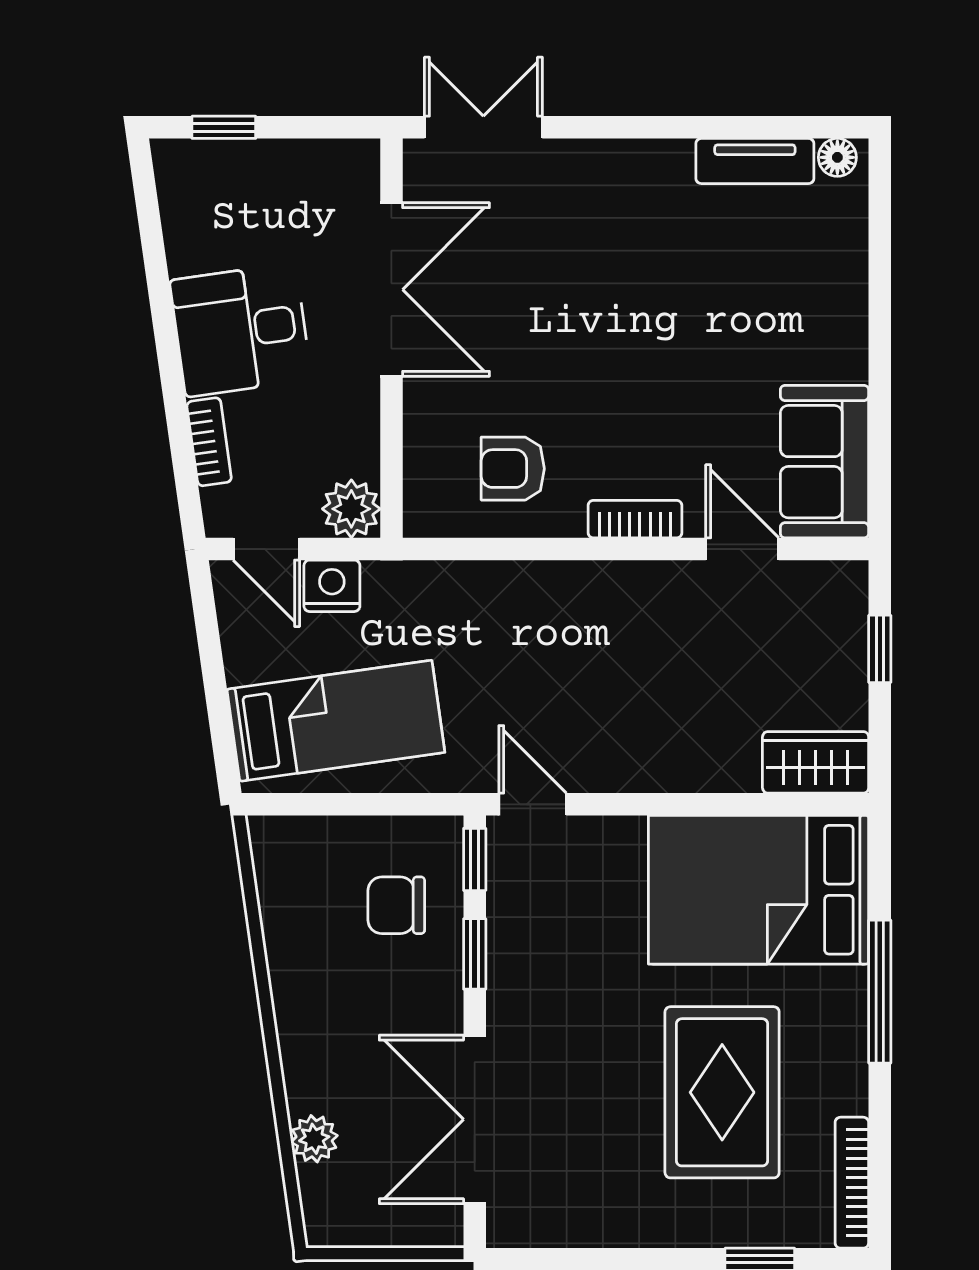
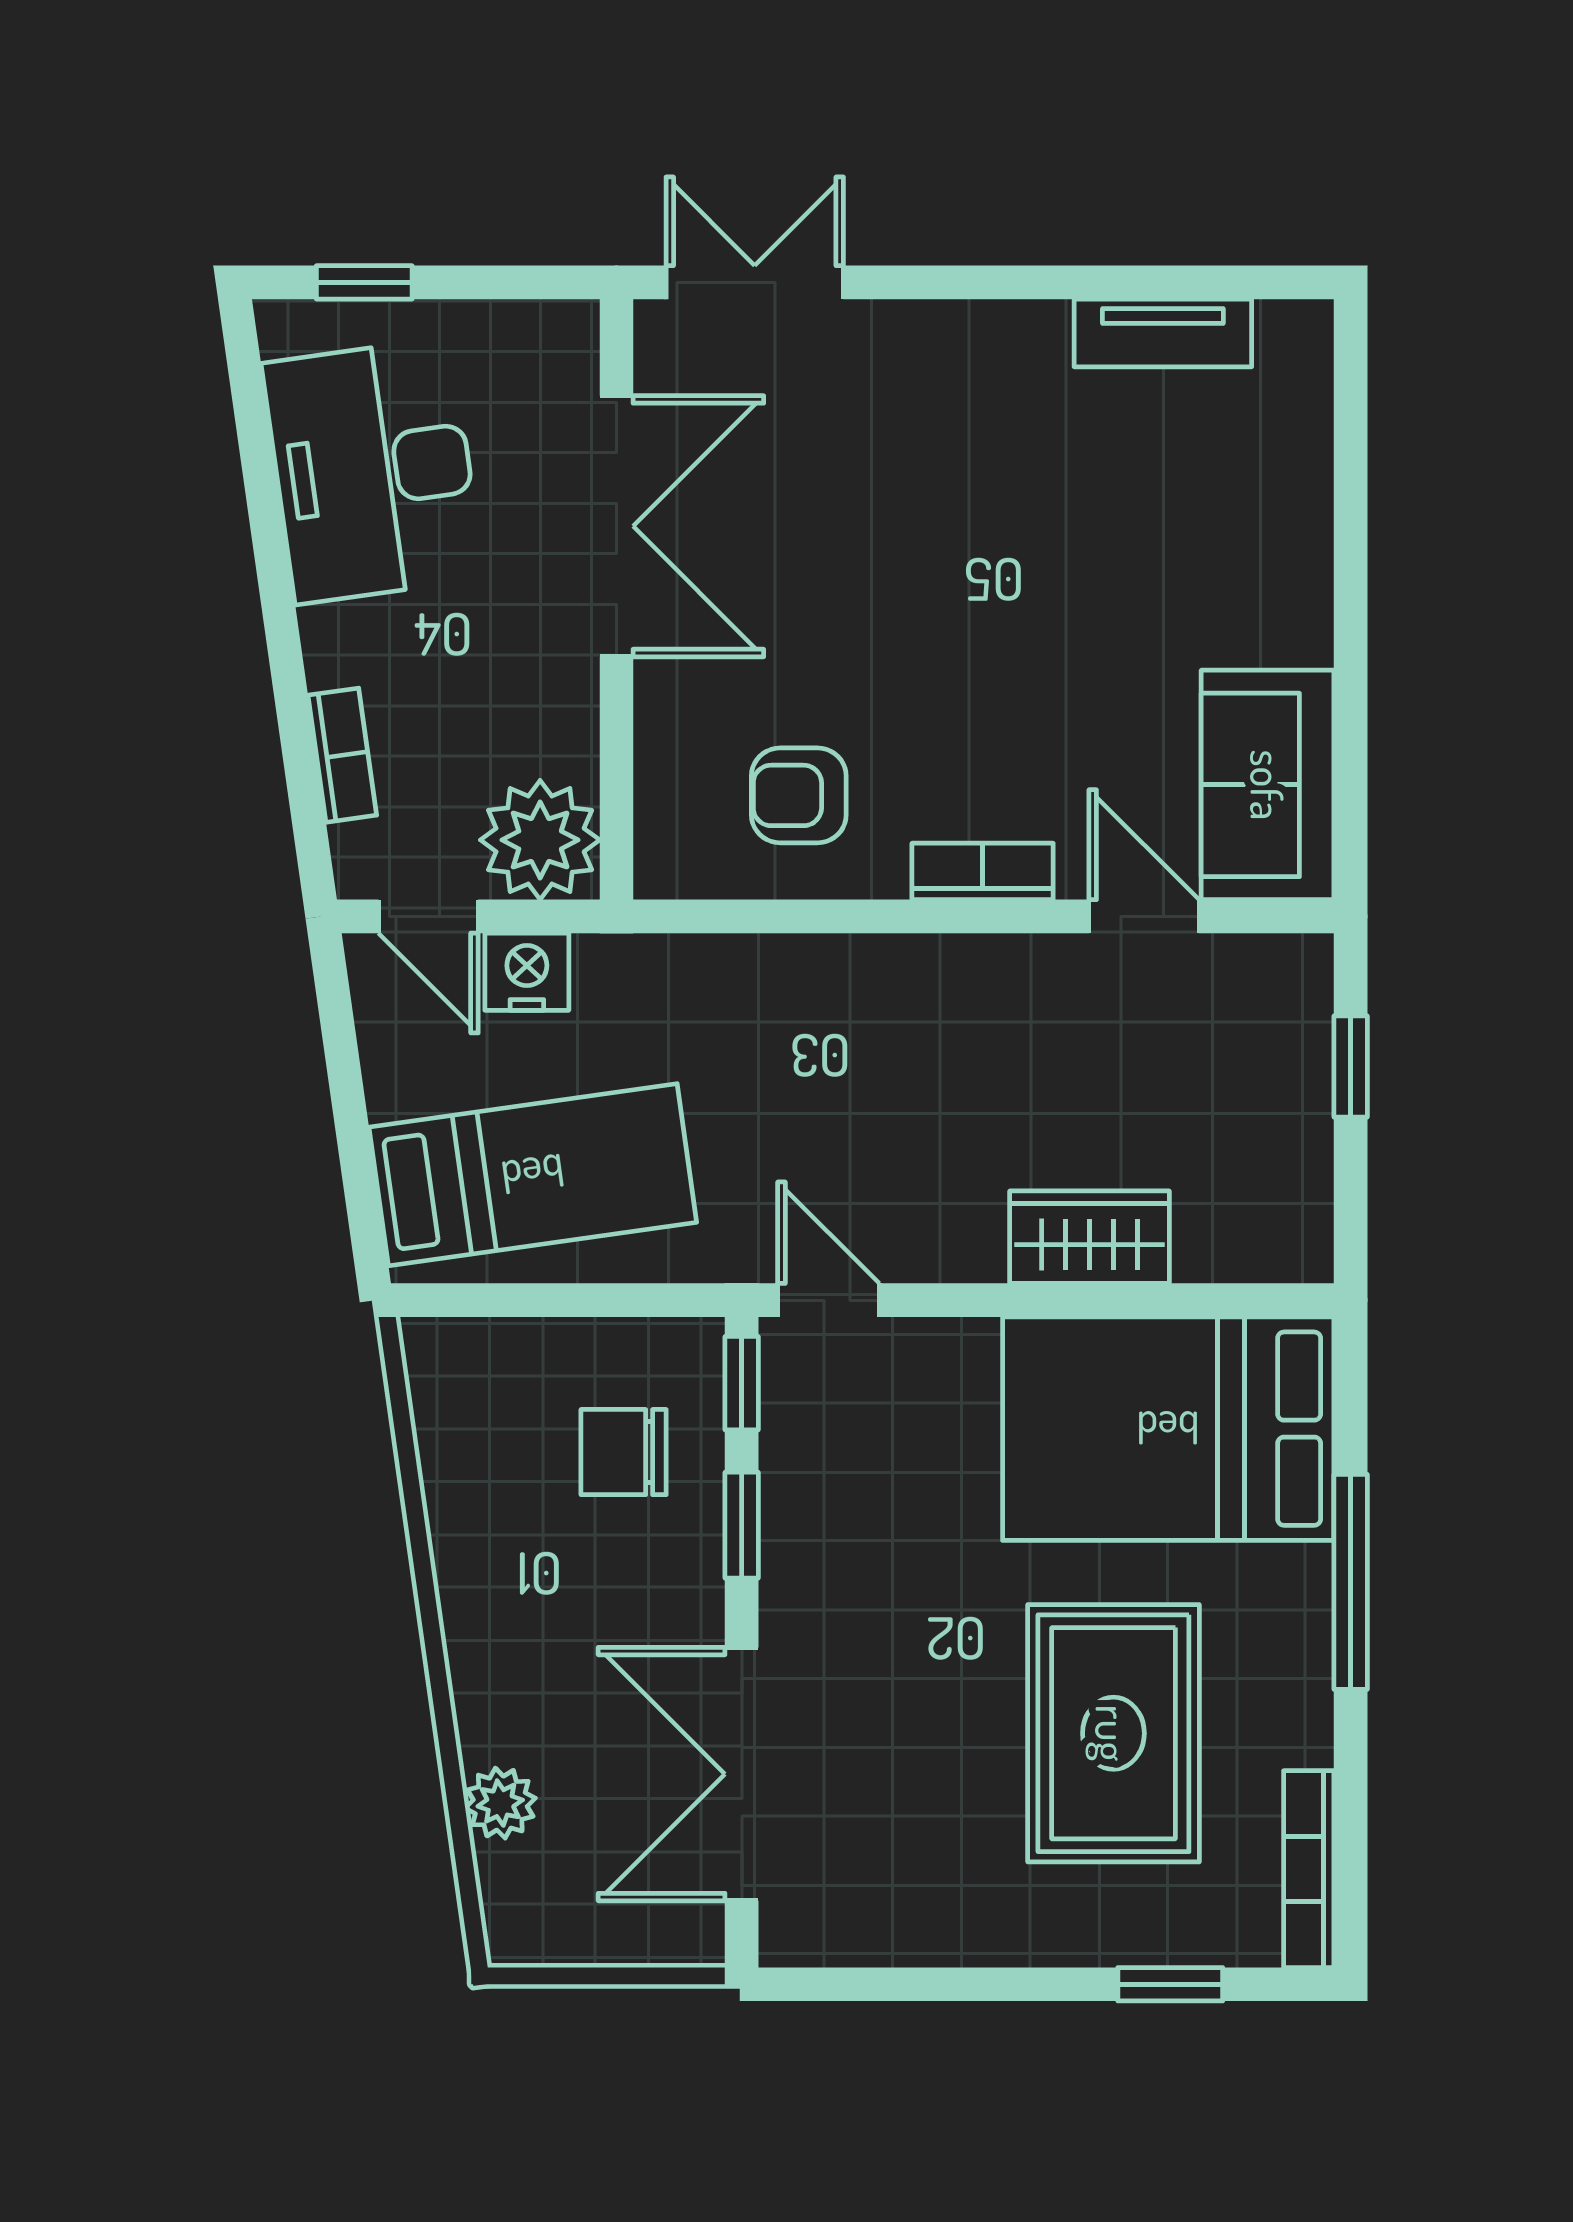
floor lamp: (837, 157) -> (1287, 328), removed
desk: (241, 330) -> (373, 471), moved, width x1.37
plant: (351, 509) -> (540, 840), width x1.36, depth x1.36
wardrobe: (816, 762) -> (1089, 1237), moved

